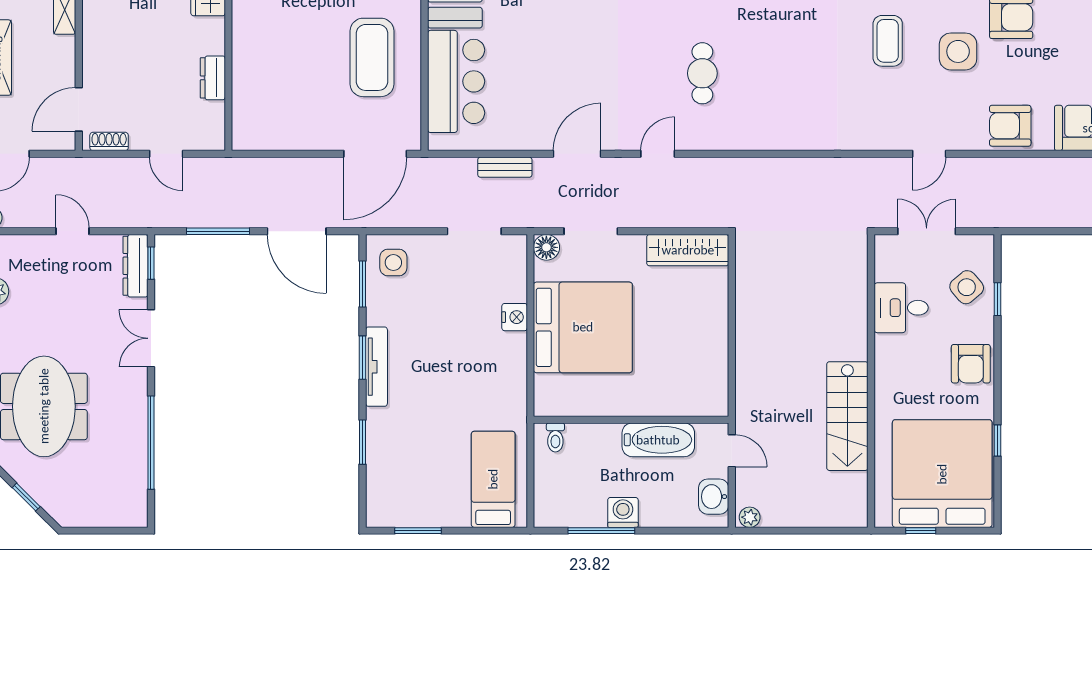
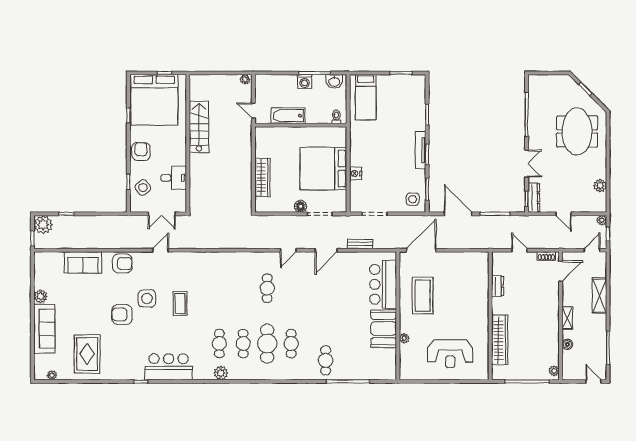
floor lamp: (546, 247) -> (300, 206), moved
wardrobe: (688, 250) -> (262, 177), moved, turned 90
washbasin: (714, 497) -> (334, 81), moved, turned 90

